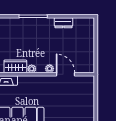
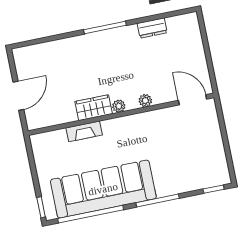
door: (66, 74) -> (193, 100), moved

